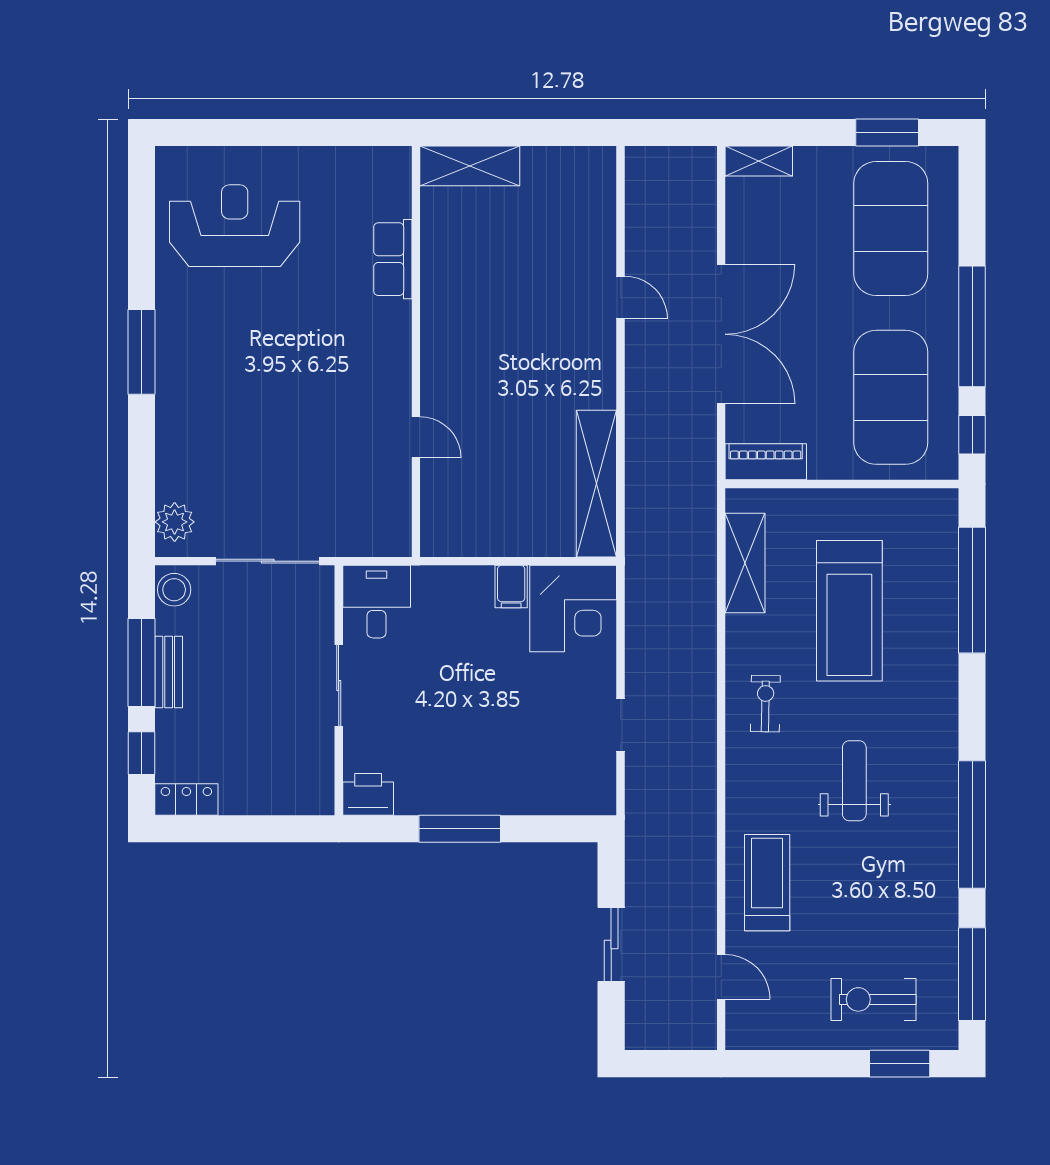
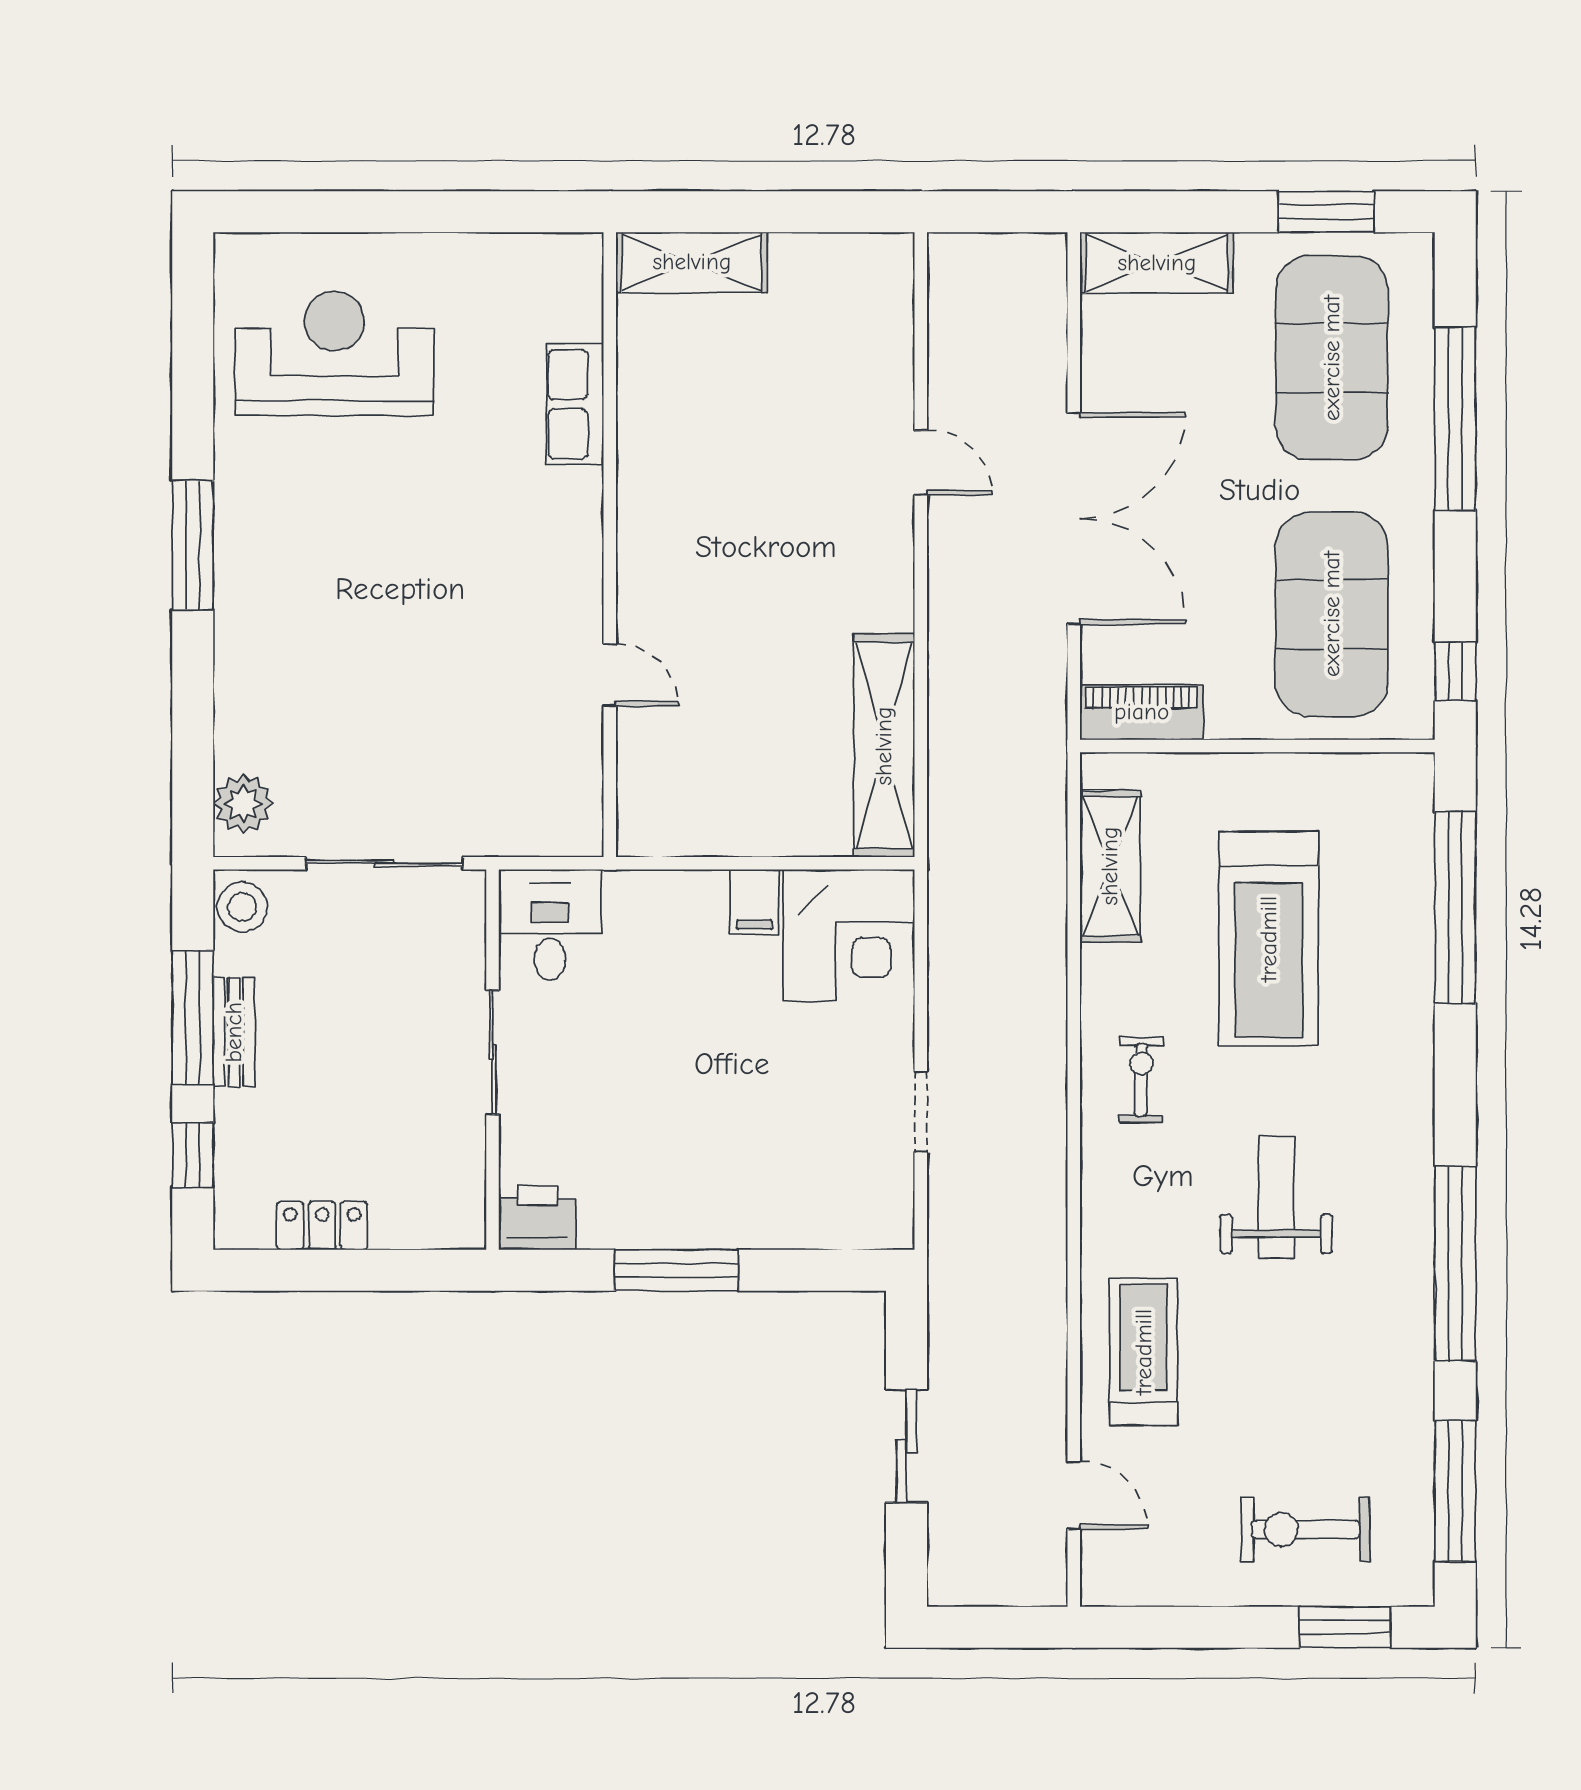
shelving: (759, 161) -> (1157, 263), width x1.50, depth x1.33
window: (972, 326) -> (1455, 419), moved
locker: (186, 800) -> (322, 1226), moved

